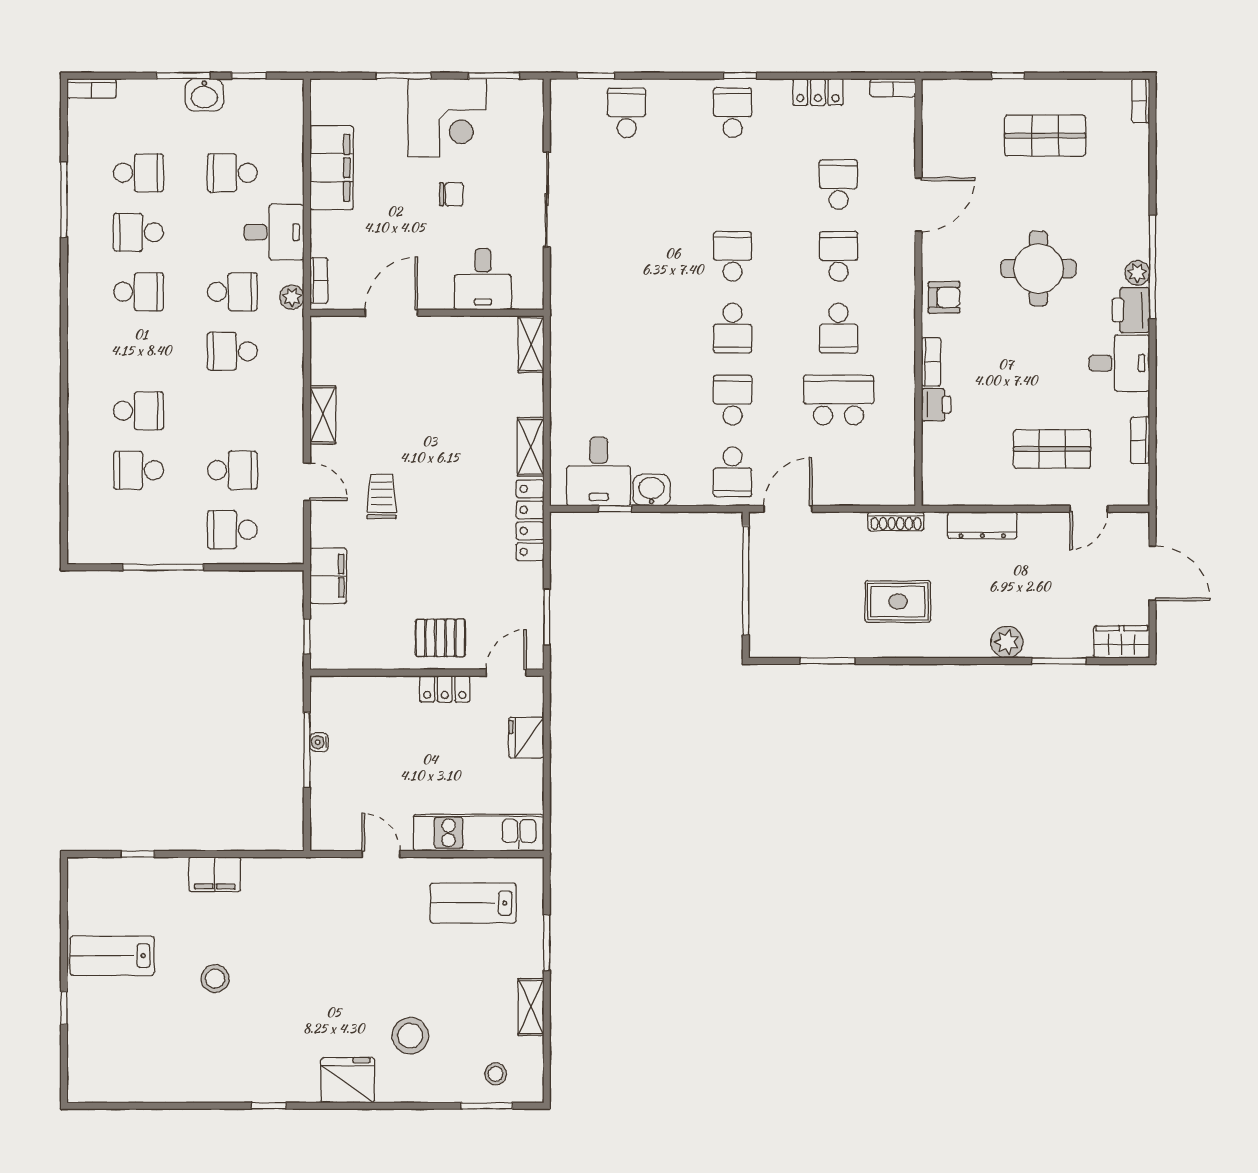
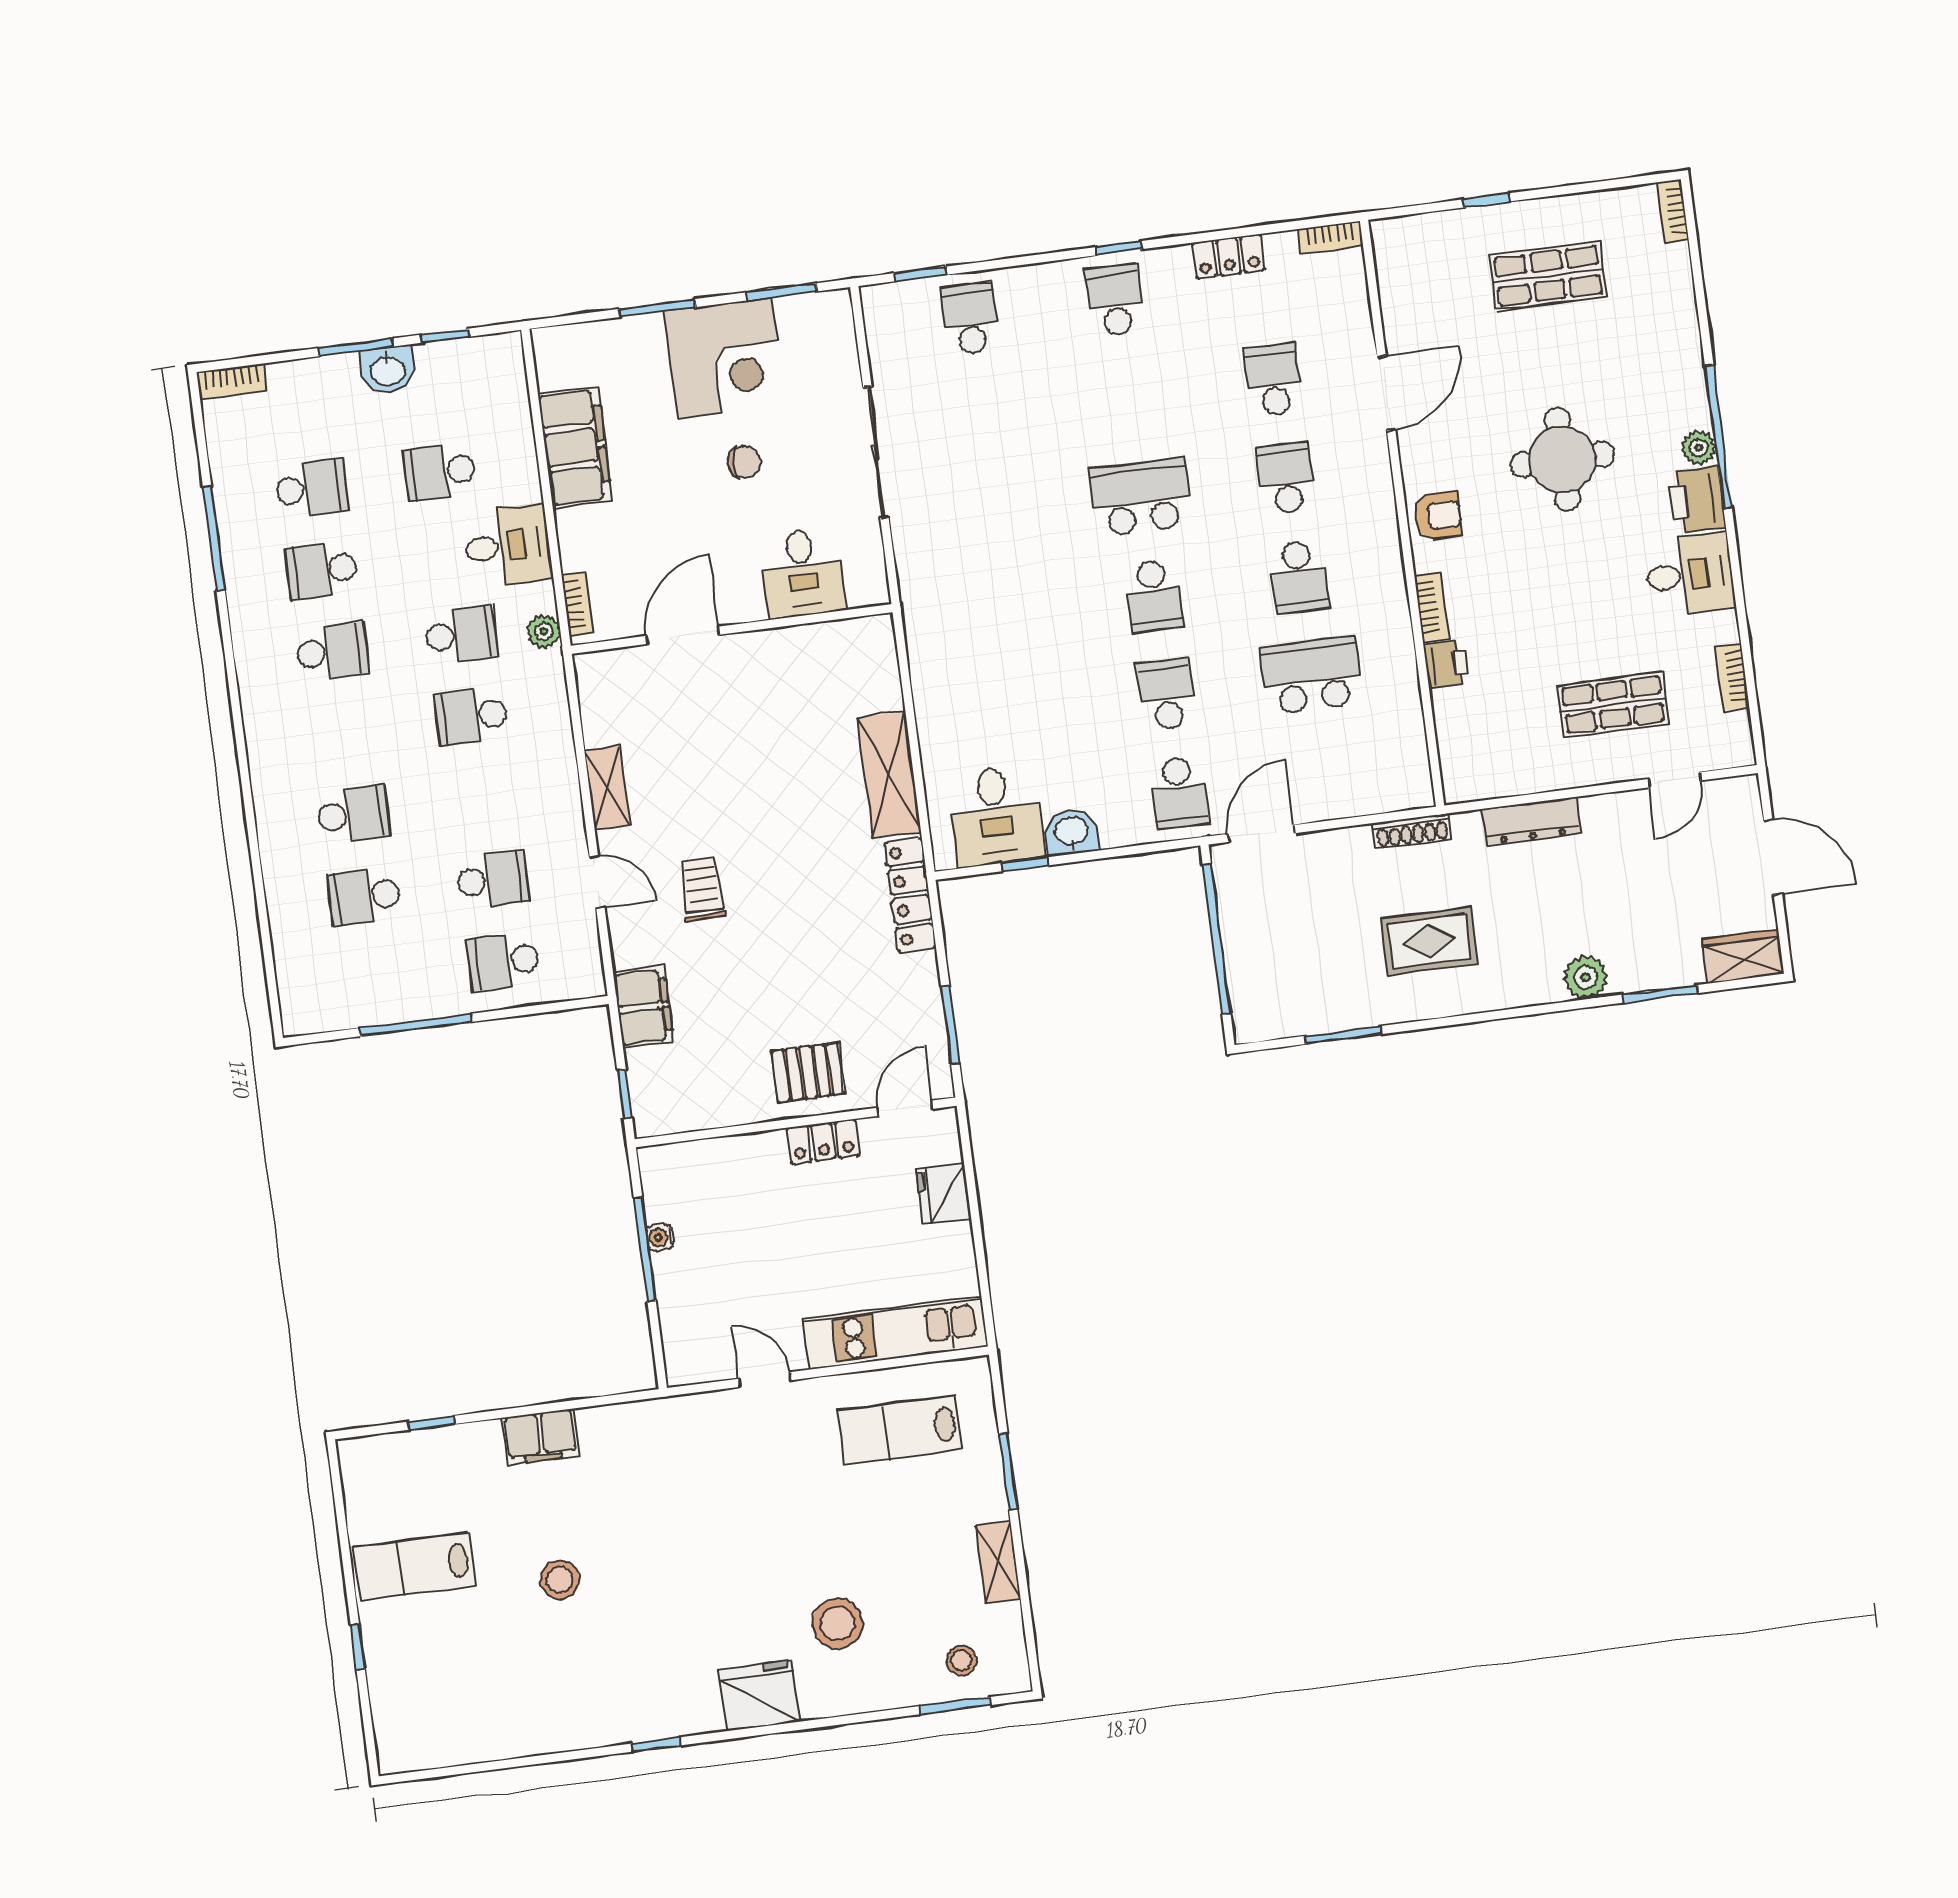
school desk: (733, 256) -> (1141, 497), width x1.85
shelving: (531, 344) -> (880, 653), removed
shelving: (531, 447) -> (889, 775), width x1.50, depth x1.33

